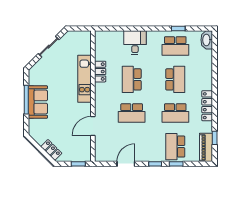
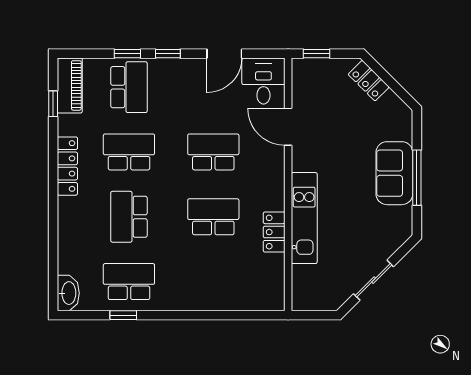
desk: (135, 43) -> (263, 81), moved, turned 180
school desk: (132, 79) -> (213, 217), turned -90
door: (93, 126) -> (288, 127), swing flipped

